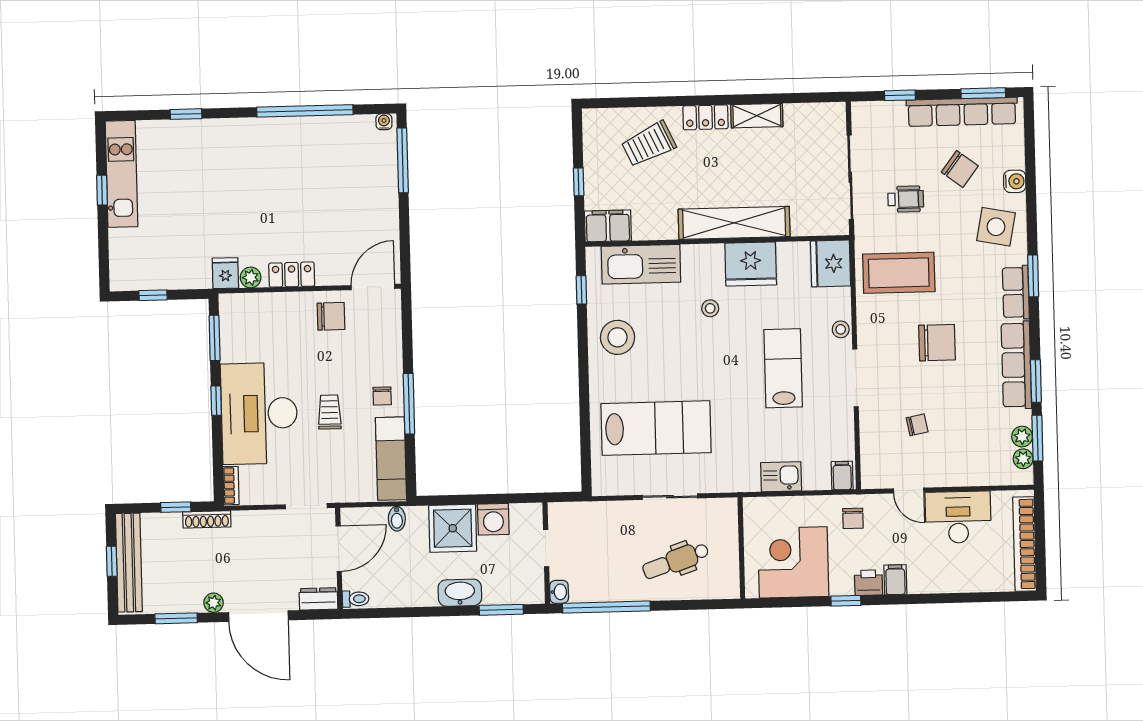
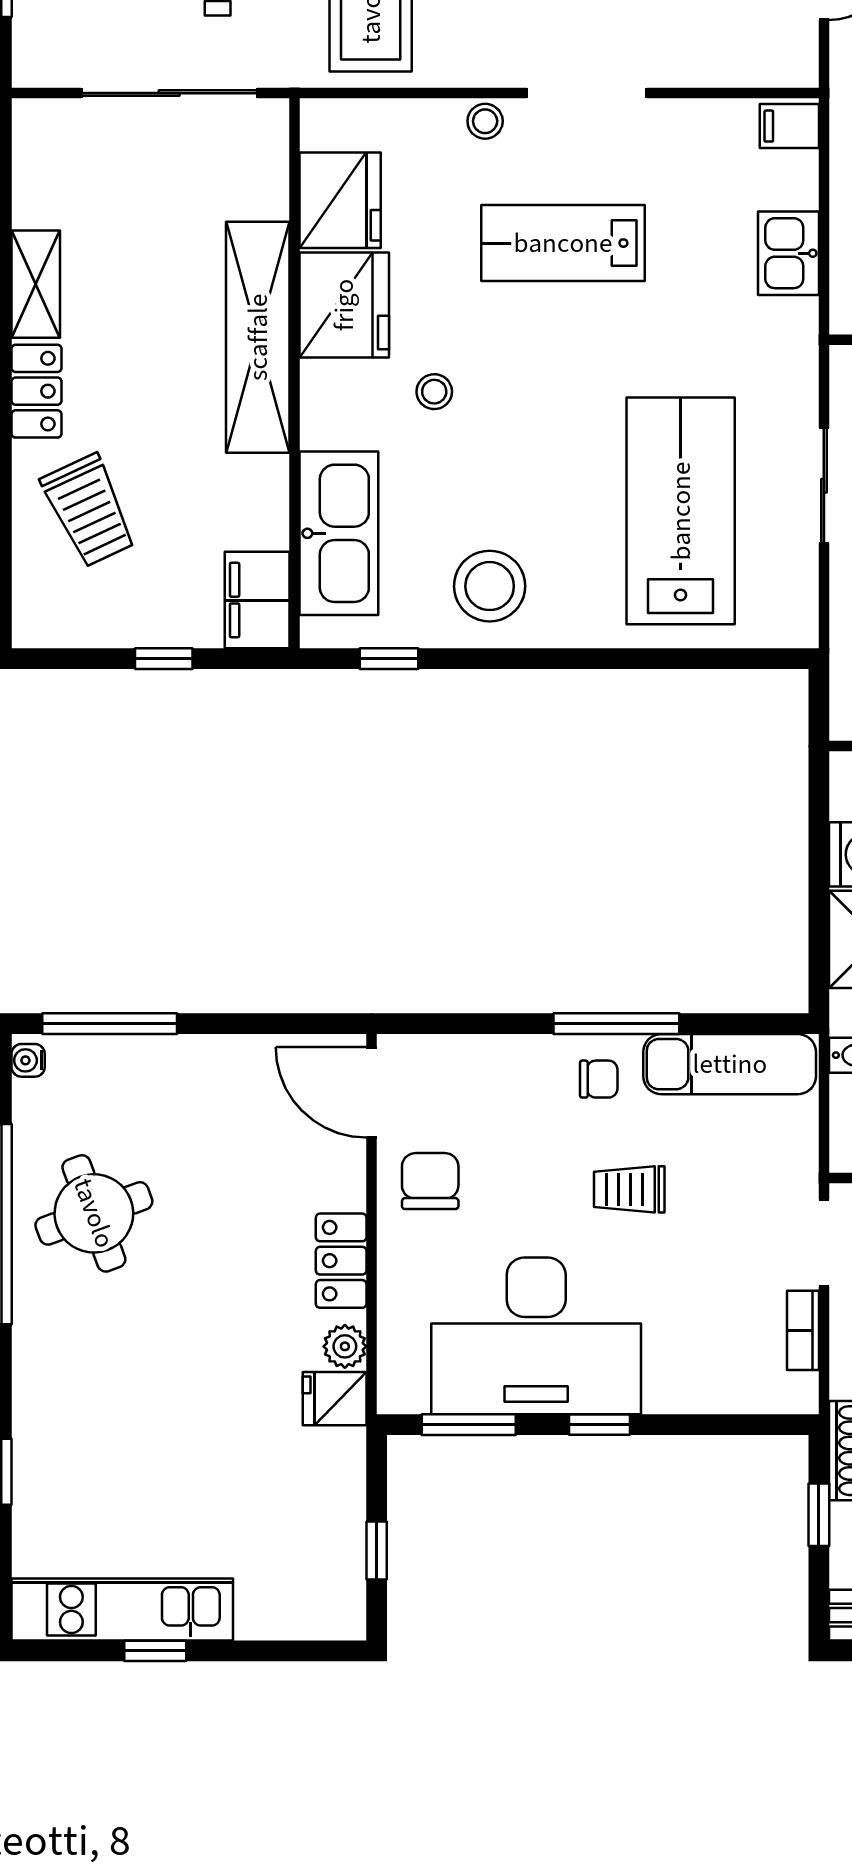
round table: (311, 155) -> (94, 1213), added
fridge: (831, 263) -> (340, 200), moved, turned -90
desk: (259, 413) -> (536, 1336), moved
bookcase: (231, 486) -> (803, 1330), moved, turned -90

